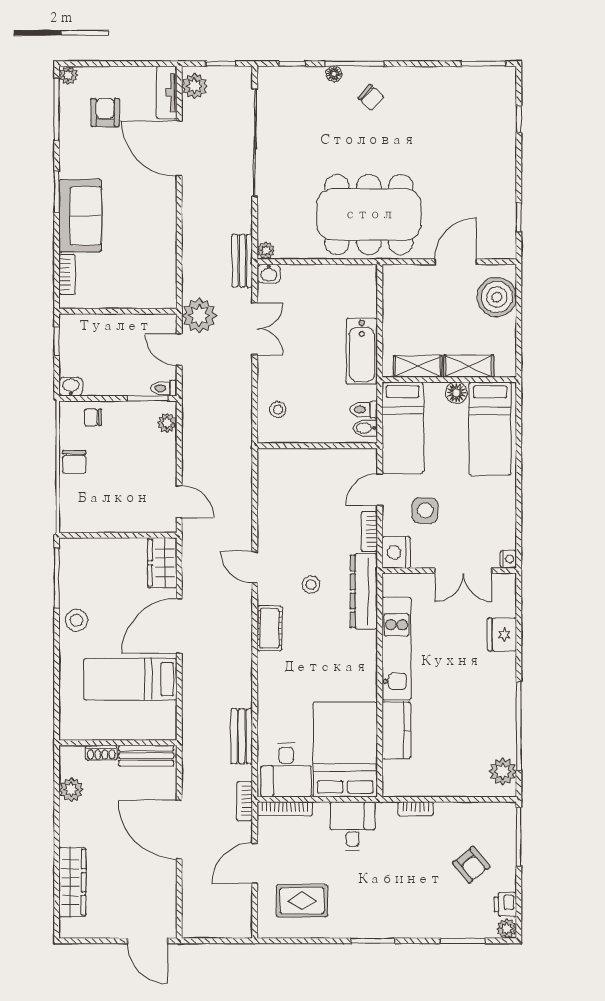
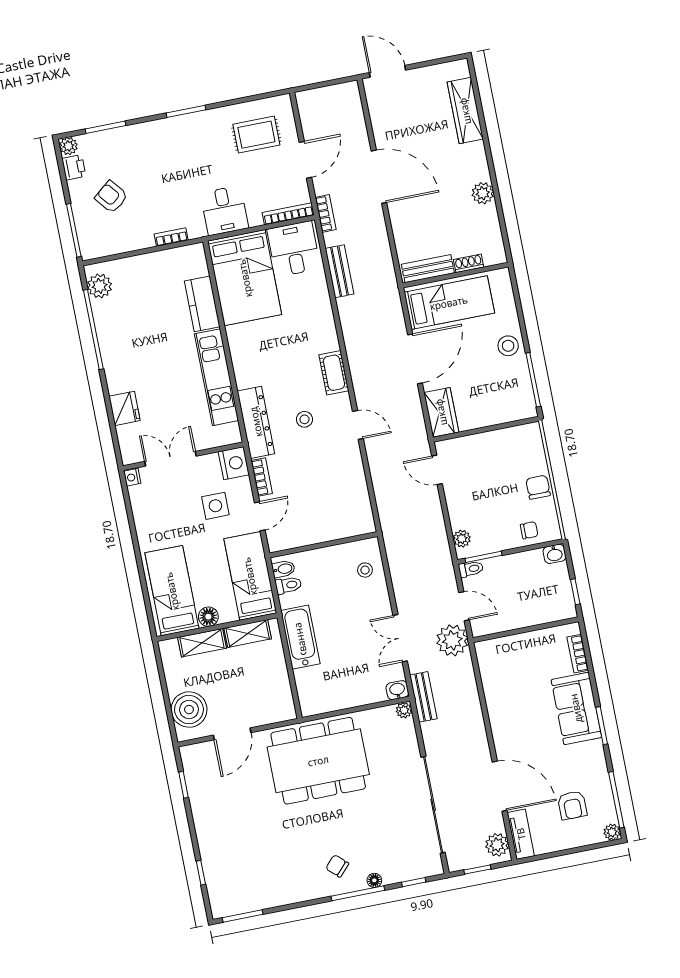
wall: (118, 743) -> (455, 275), moved
shoe rack: (101, 753) -> (469, 263), moved
bench: (146, 756) -> (428, 269), moved

